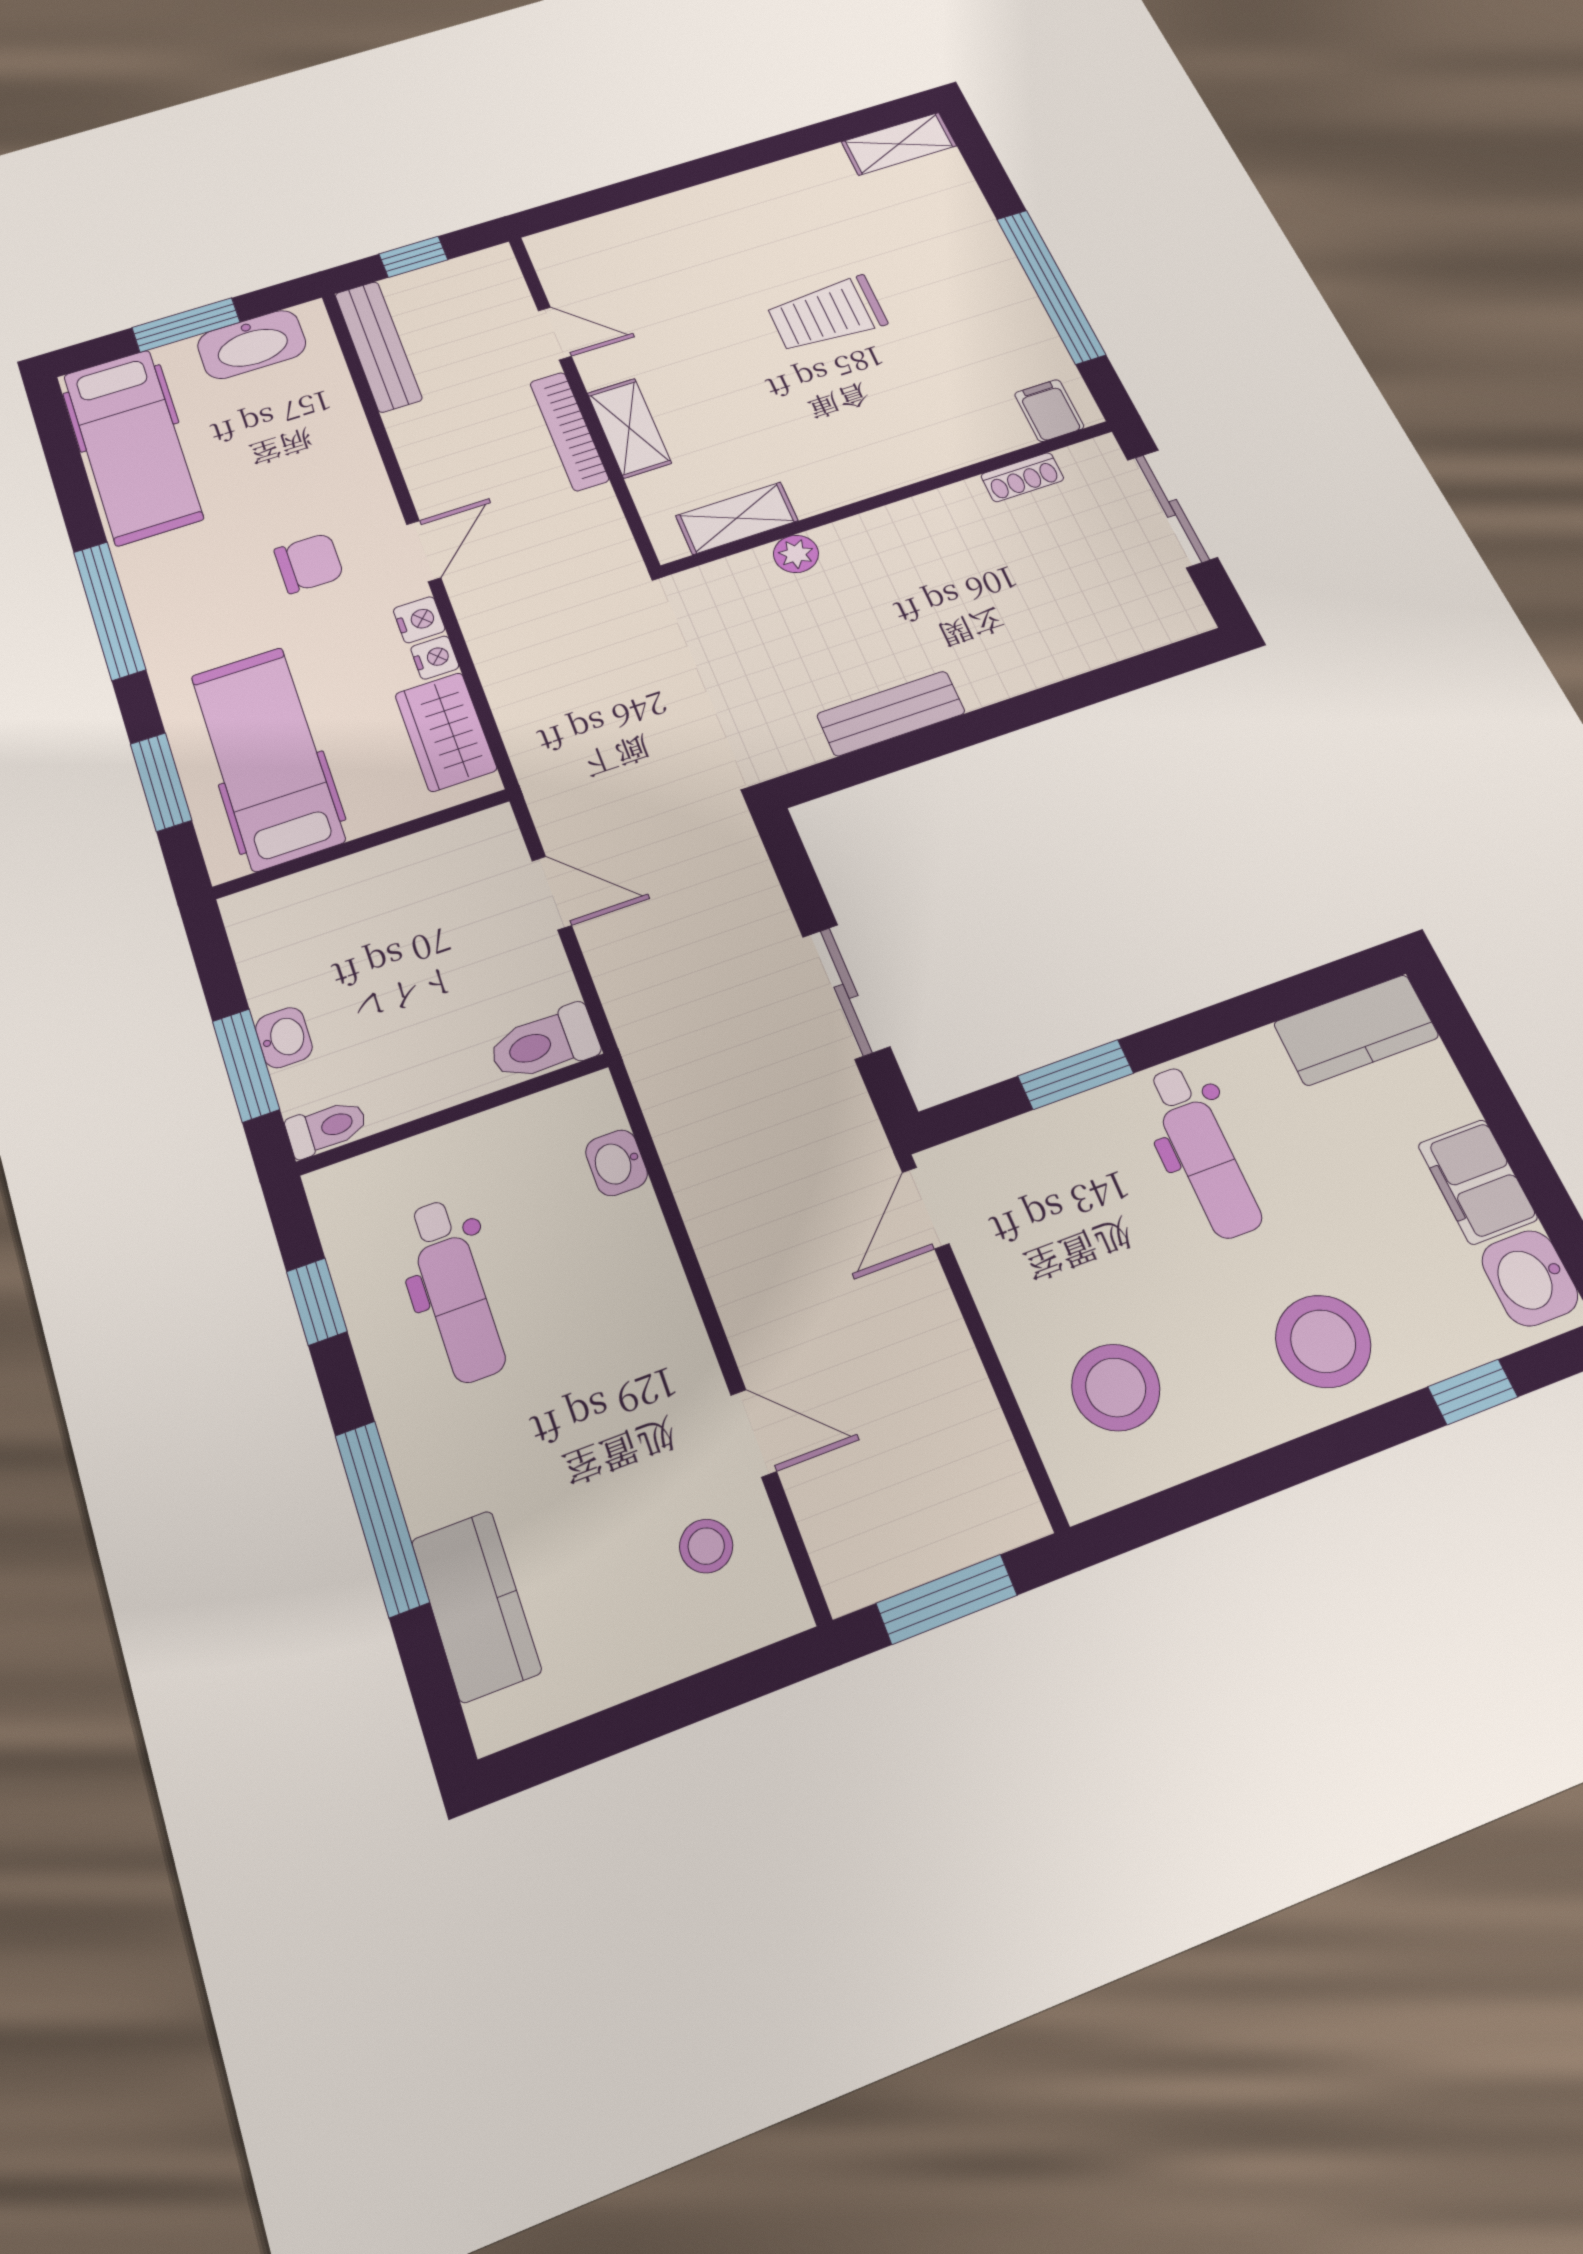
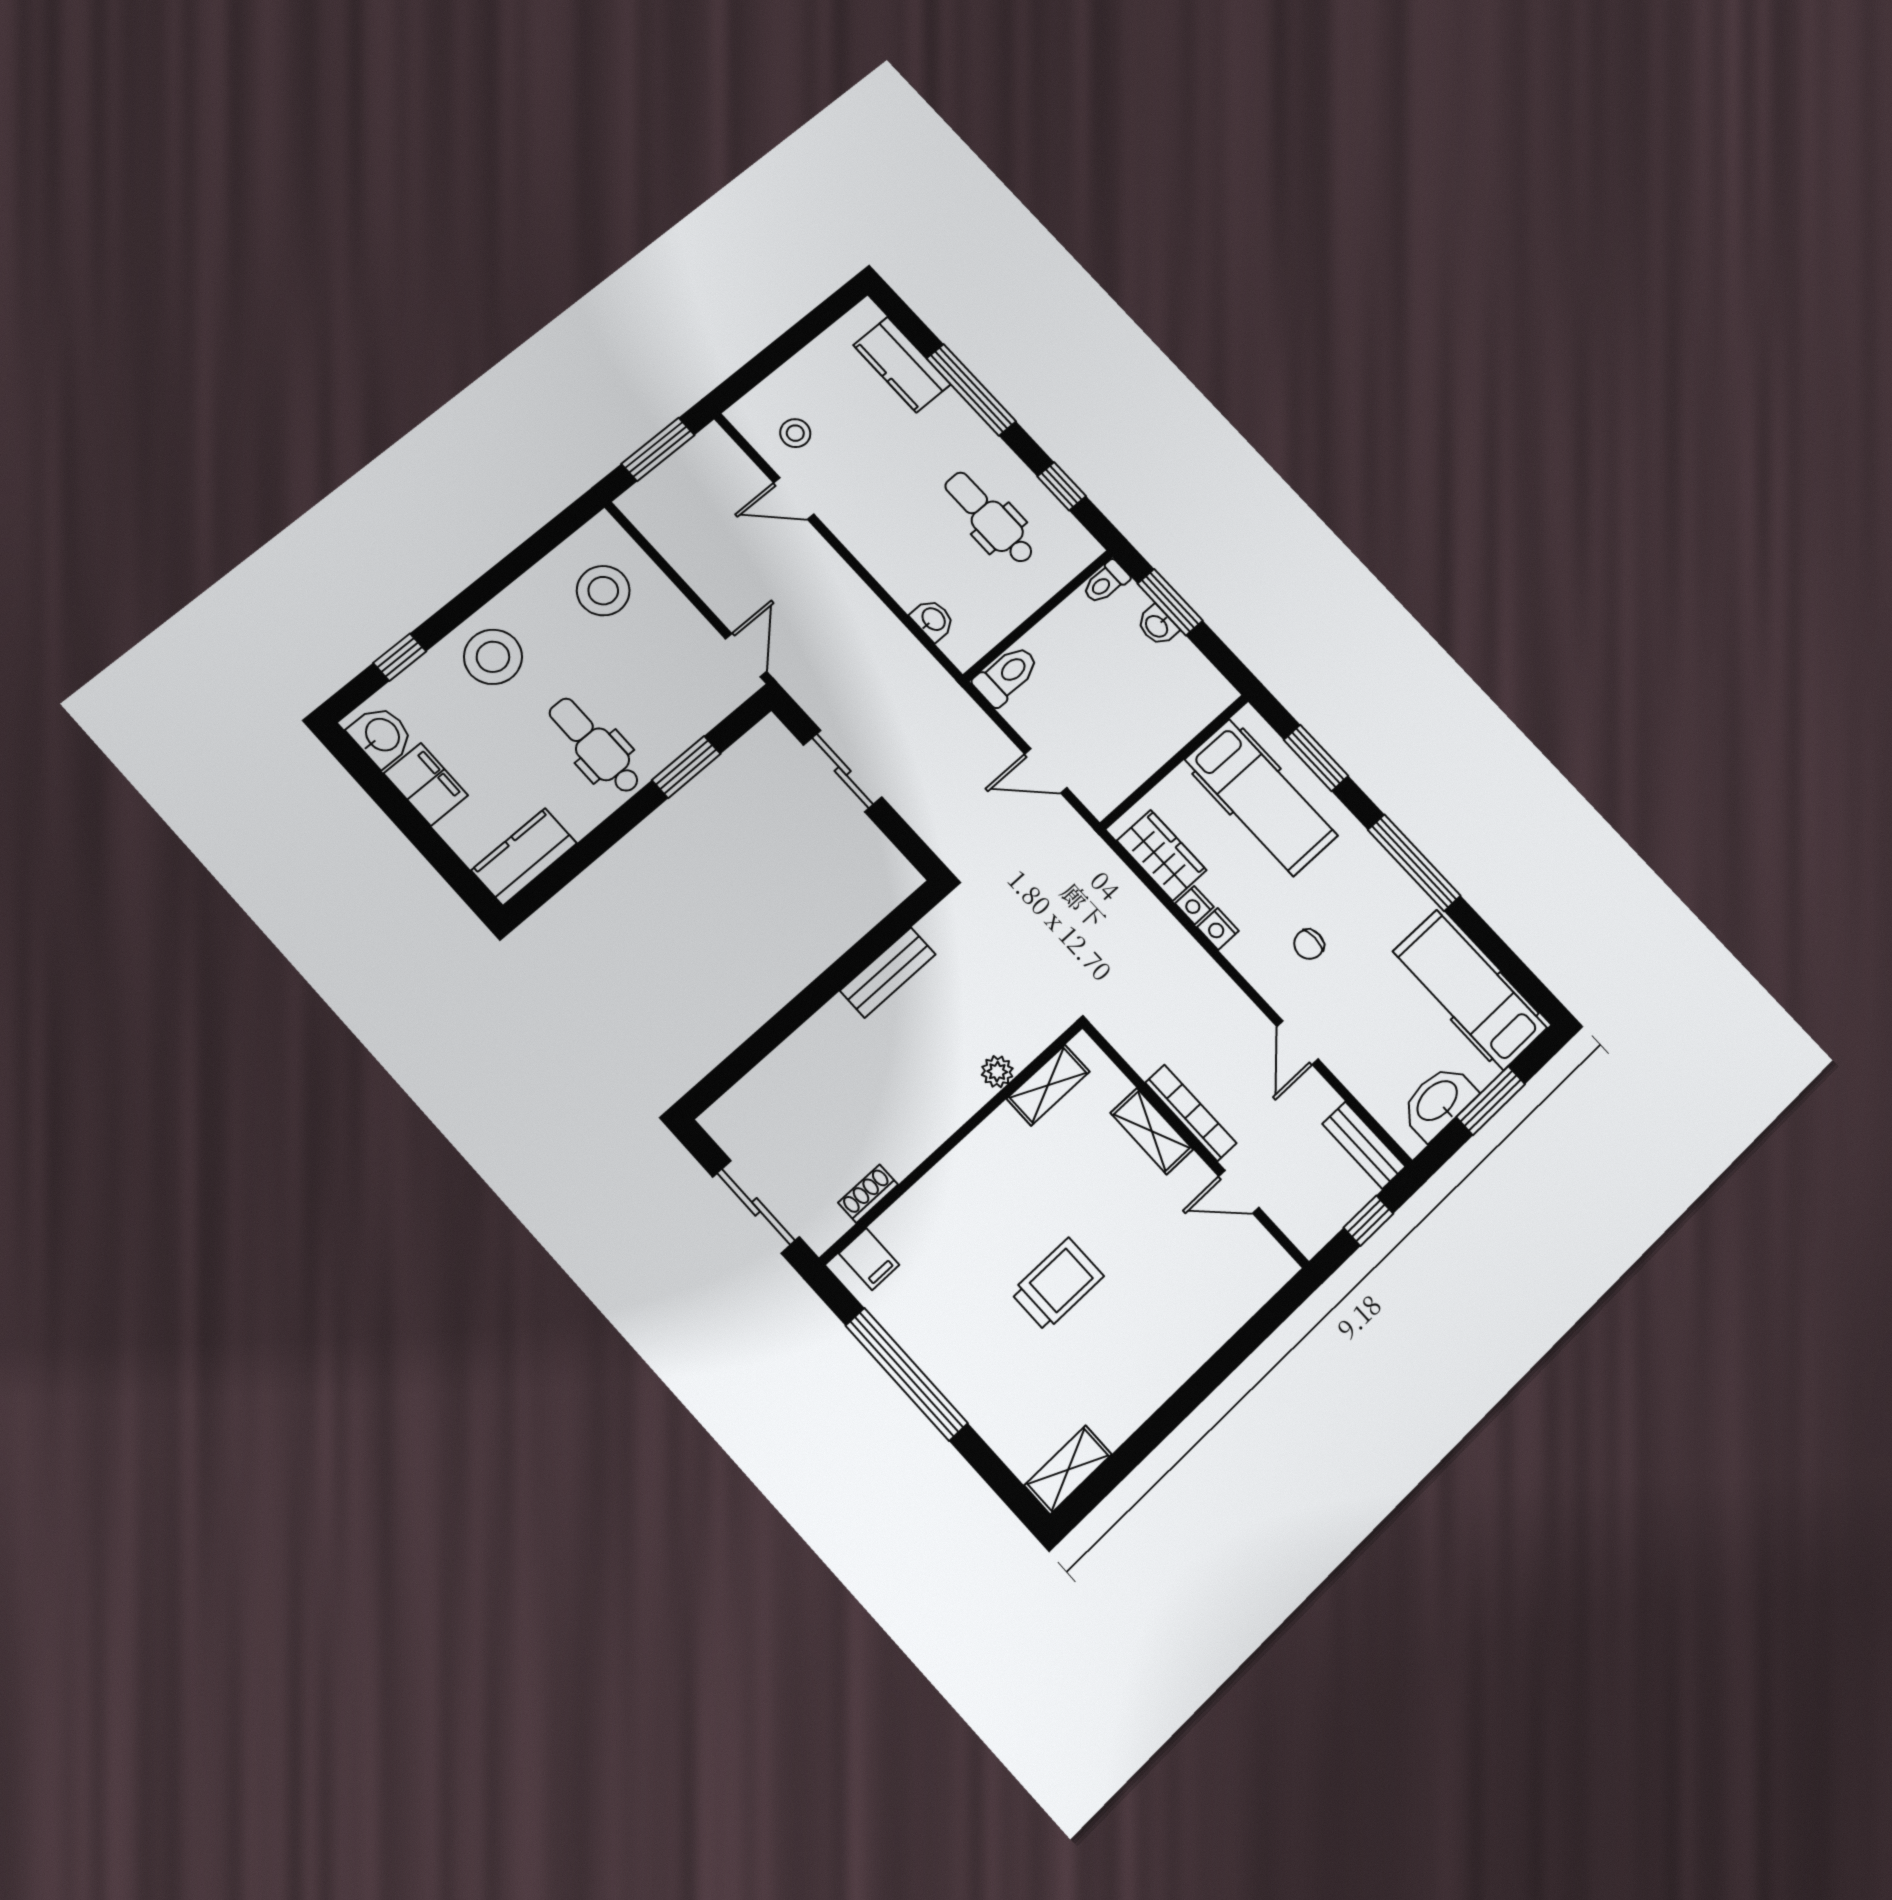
bench: (378, 346) -> (1364, 1145), width x0.73
door: (424, 551) -> (1297, 1043), moved
chair: (309, 563) -> (1309, 944), width x0.73, depth x0.73

